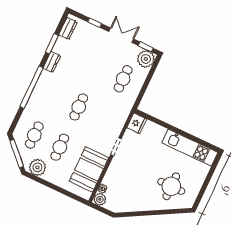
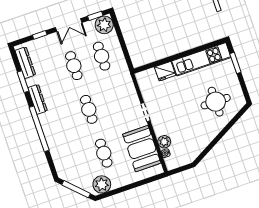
dresser: (68, 28) -> (25, 63), width x1.44
double door: (121, 35) -> (69, 25), swing flipped
dresser: (52, 62) -> (38, 99), width x1.44
fridge: (137, 123) -> (165, 71), moved, turned 90
cafe table: (34, 135) -> (74, 66), moved
window: (211, 173) -> (235, 63), added
plant: (100, 199) -> (164, 142), moved

